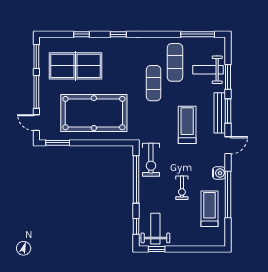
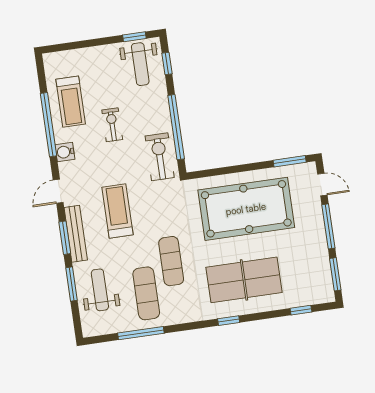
window: (82, 34) -> (301, 310), moved
window: (198, 34) -> (141, 333), moved
table tennis table: (75, 66) -> (244, 280), moved
weight bench: (208, 70) -> (100, 290), turned -90
treadmill: (187, 125) -> (118, 211), turned 180

